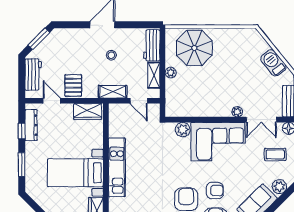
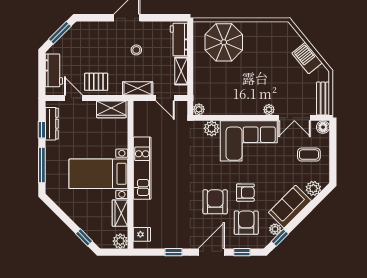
plant: (171, 73) -> (199, 109), moved
pallet: (73, 85) -> (96, 82), turned 90
window: (22, 164) -> (42, 165), width x1.44

